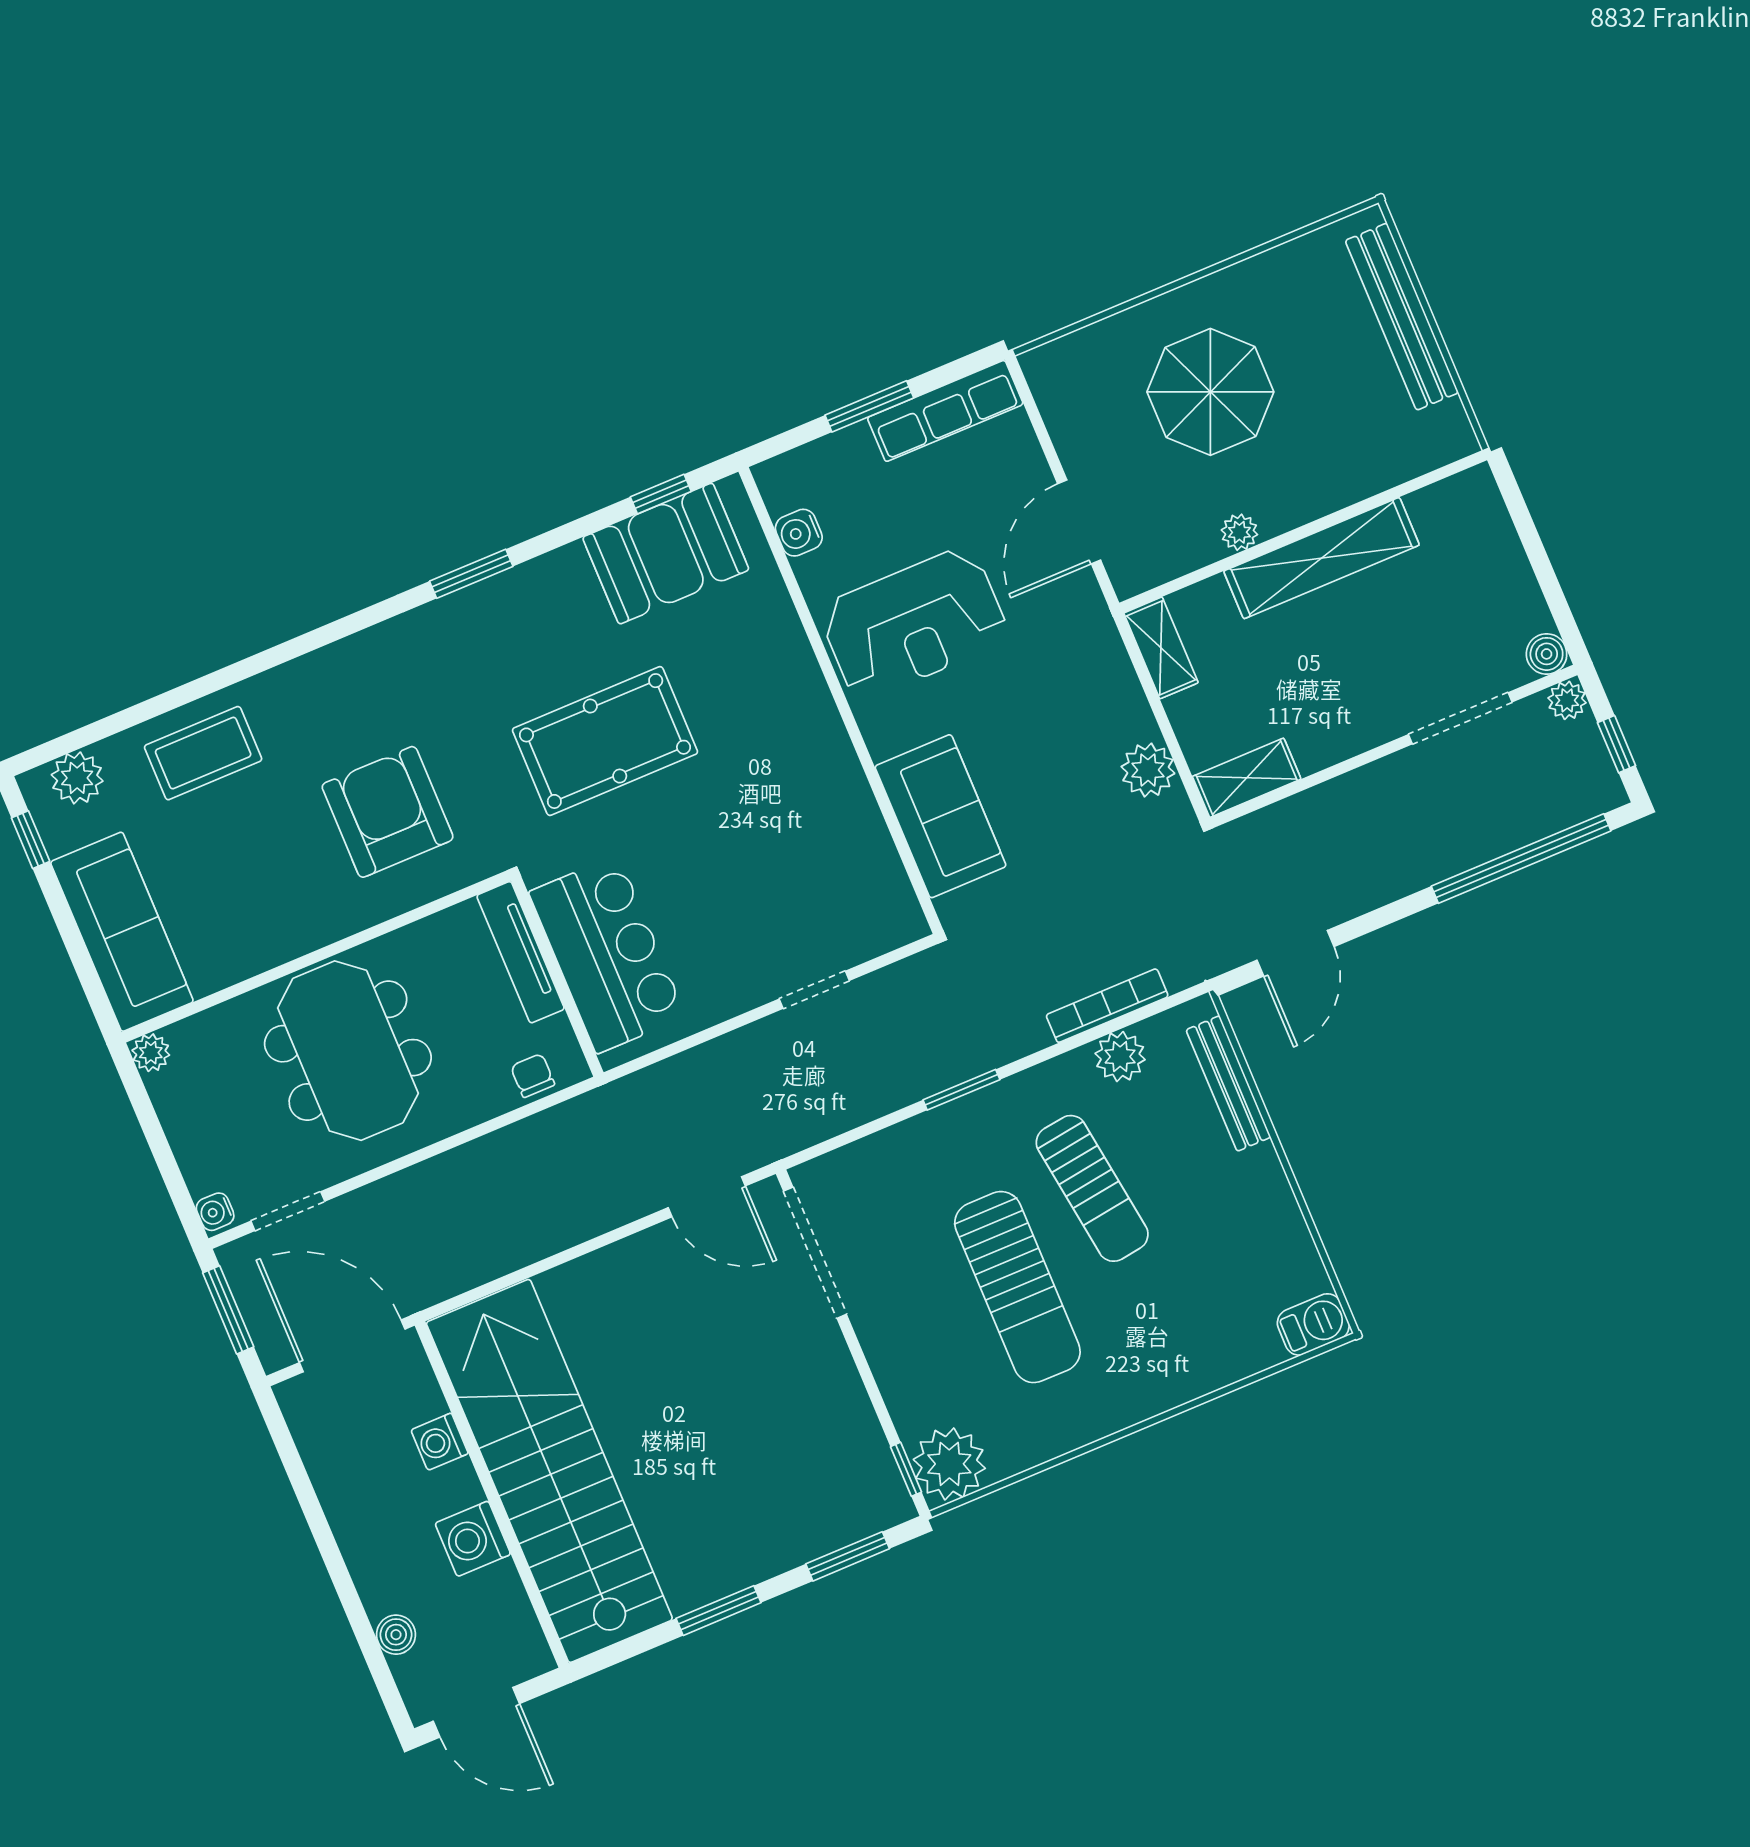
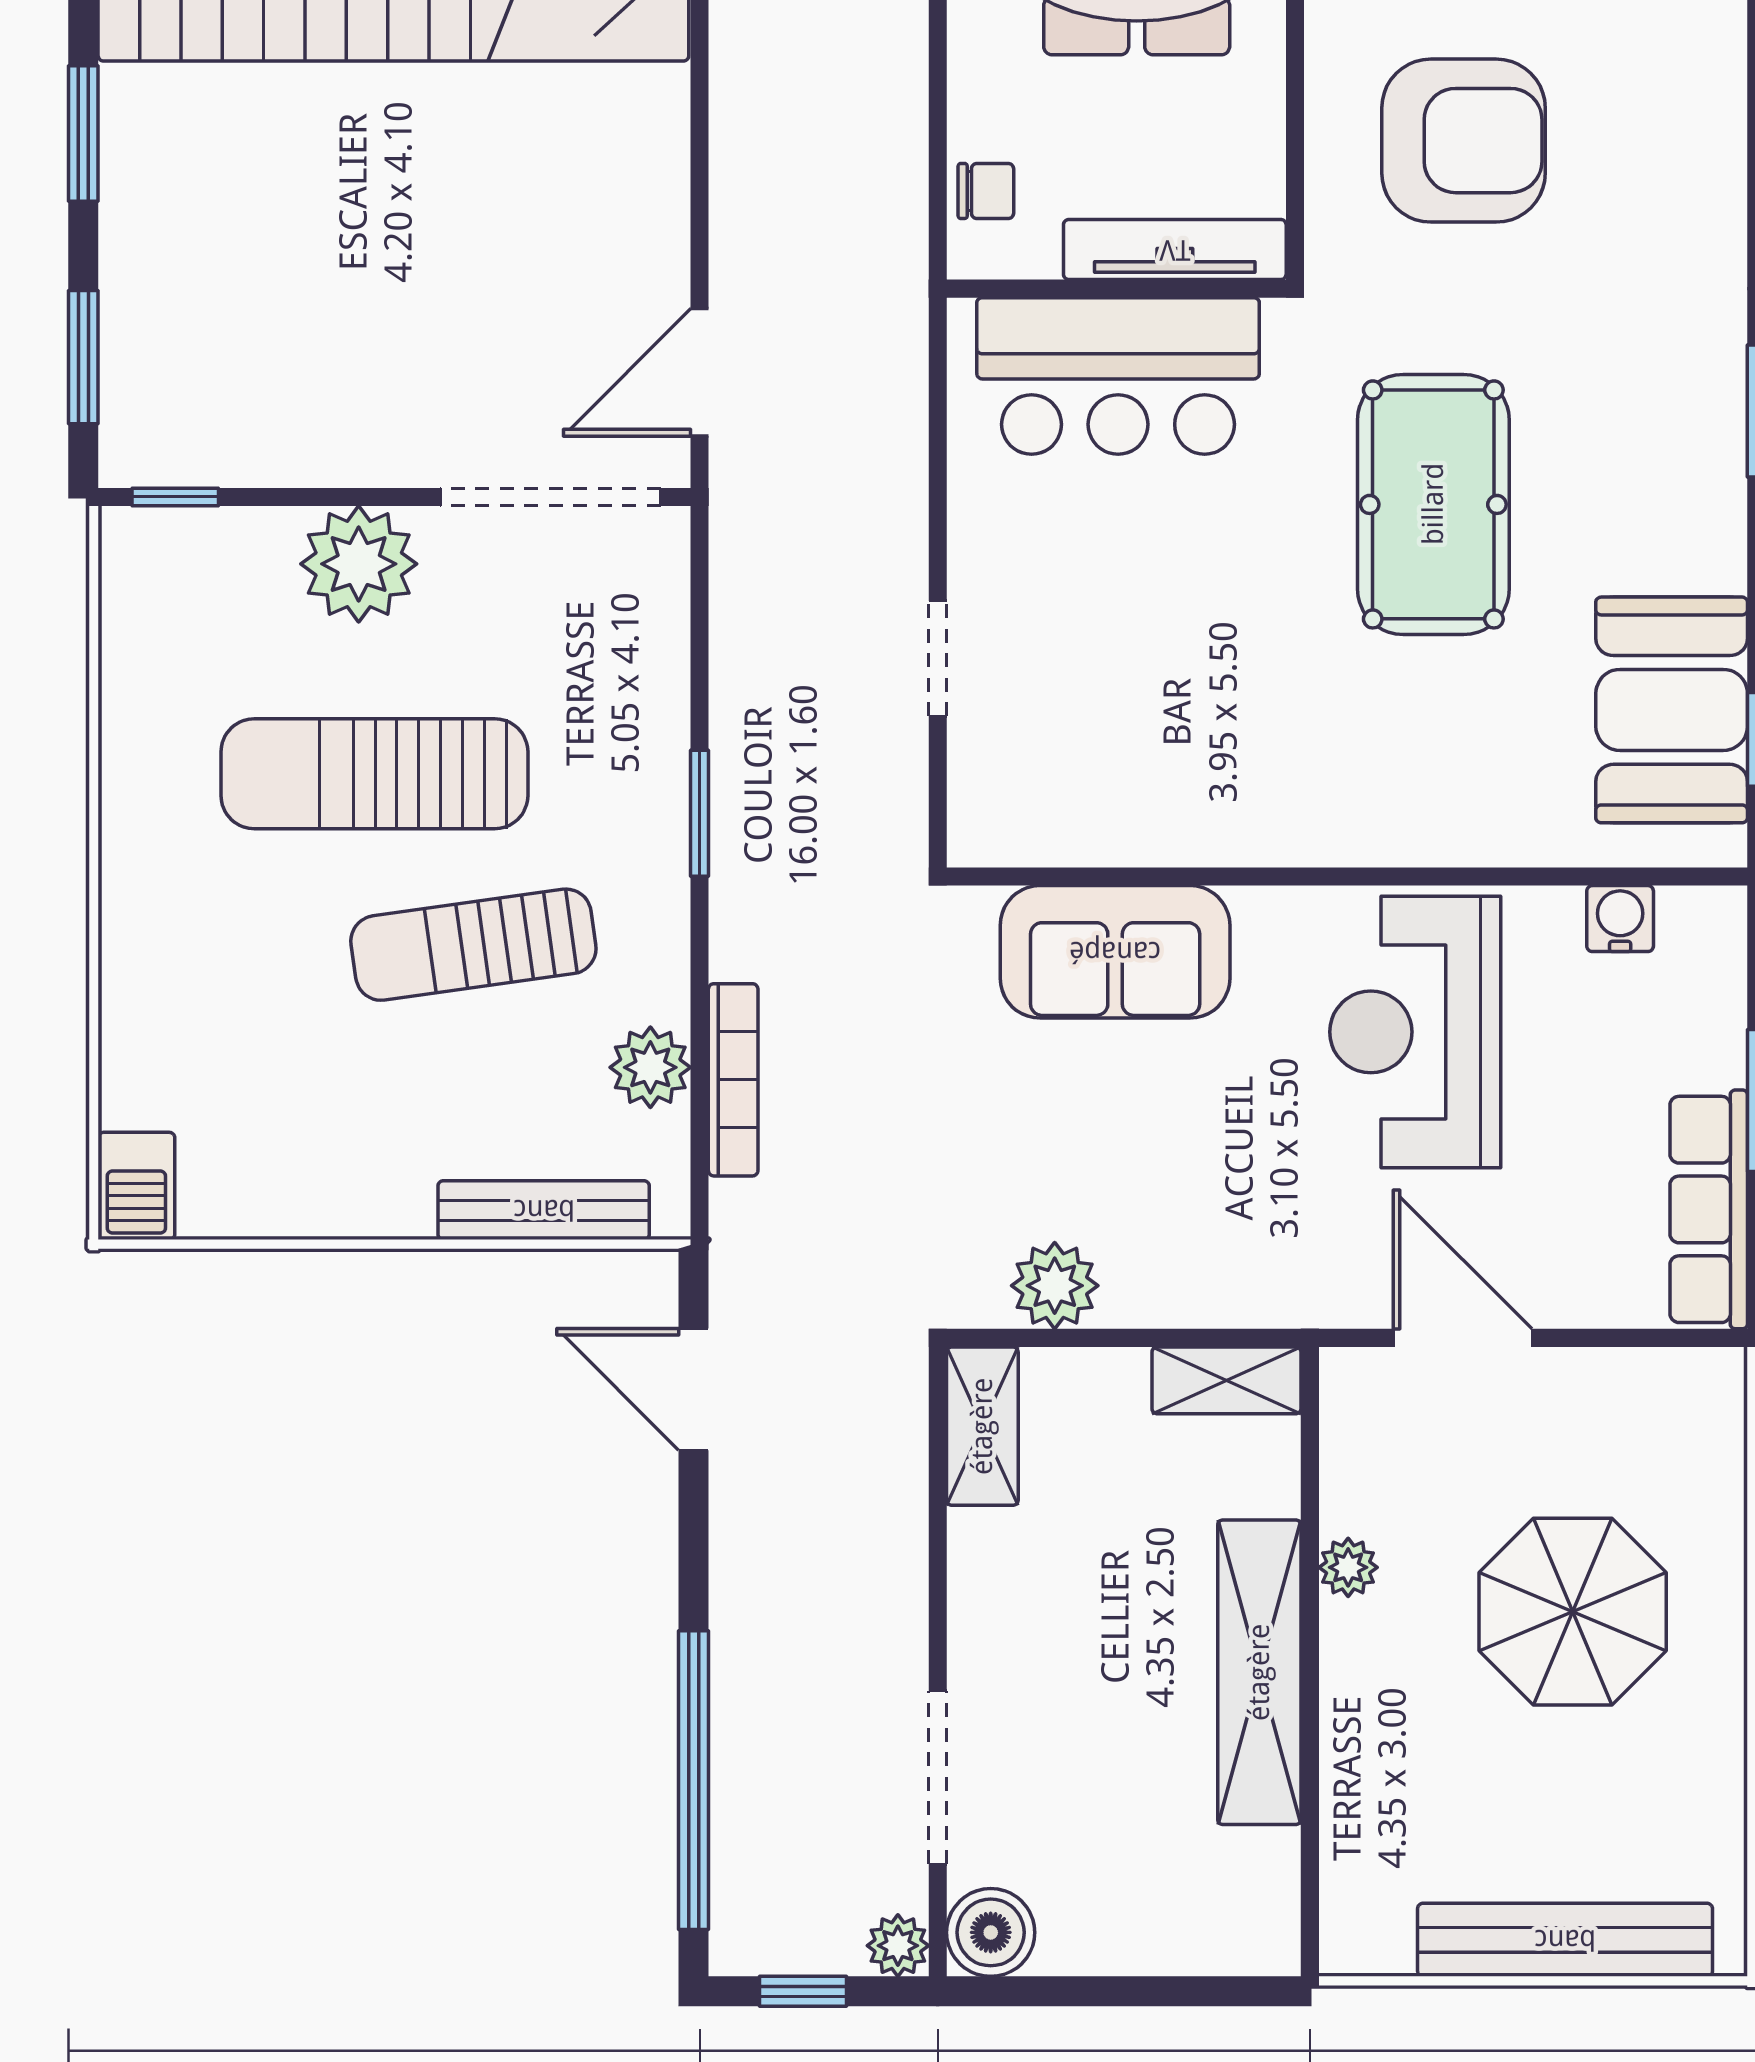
boiler: (1547, 654) -> (991, 1932), width x1.36, depth x1.36
plant: (949, 1464) -> (359, 564), moved

